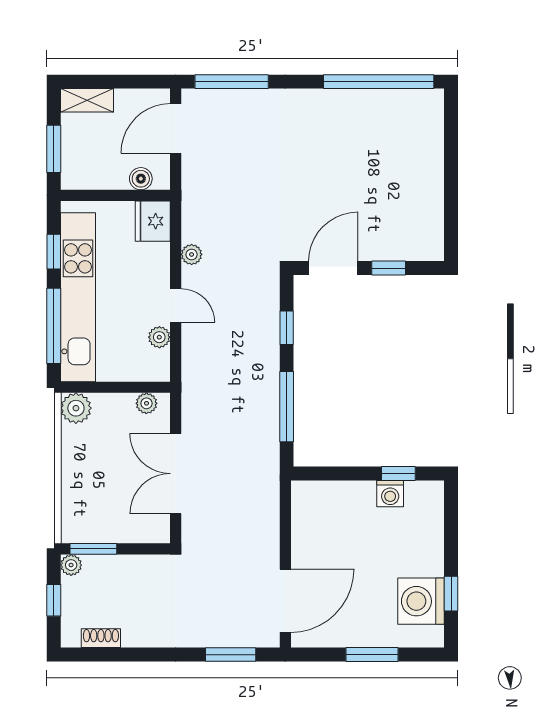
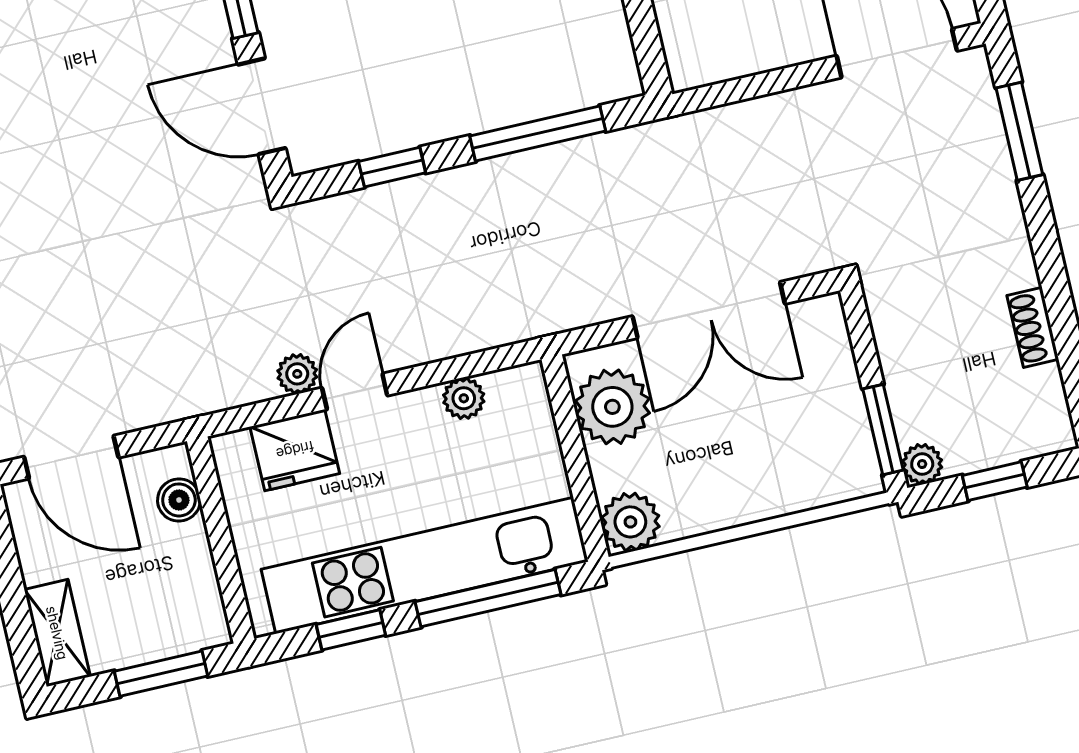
fridge: (153, 221) -> (295, 450), moved
door: (176, 305) -> (355, 392), moved
plant: (146, 403) -> (612, 407), width x1.88, depth x1.88
shoe rack: (101, 638) -> (1033, 327), moved

